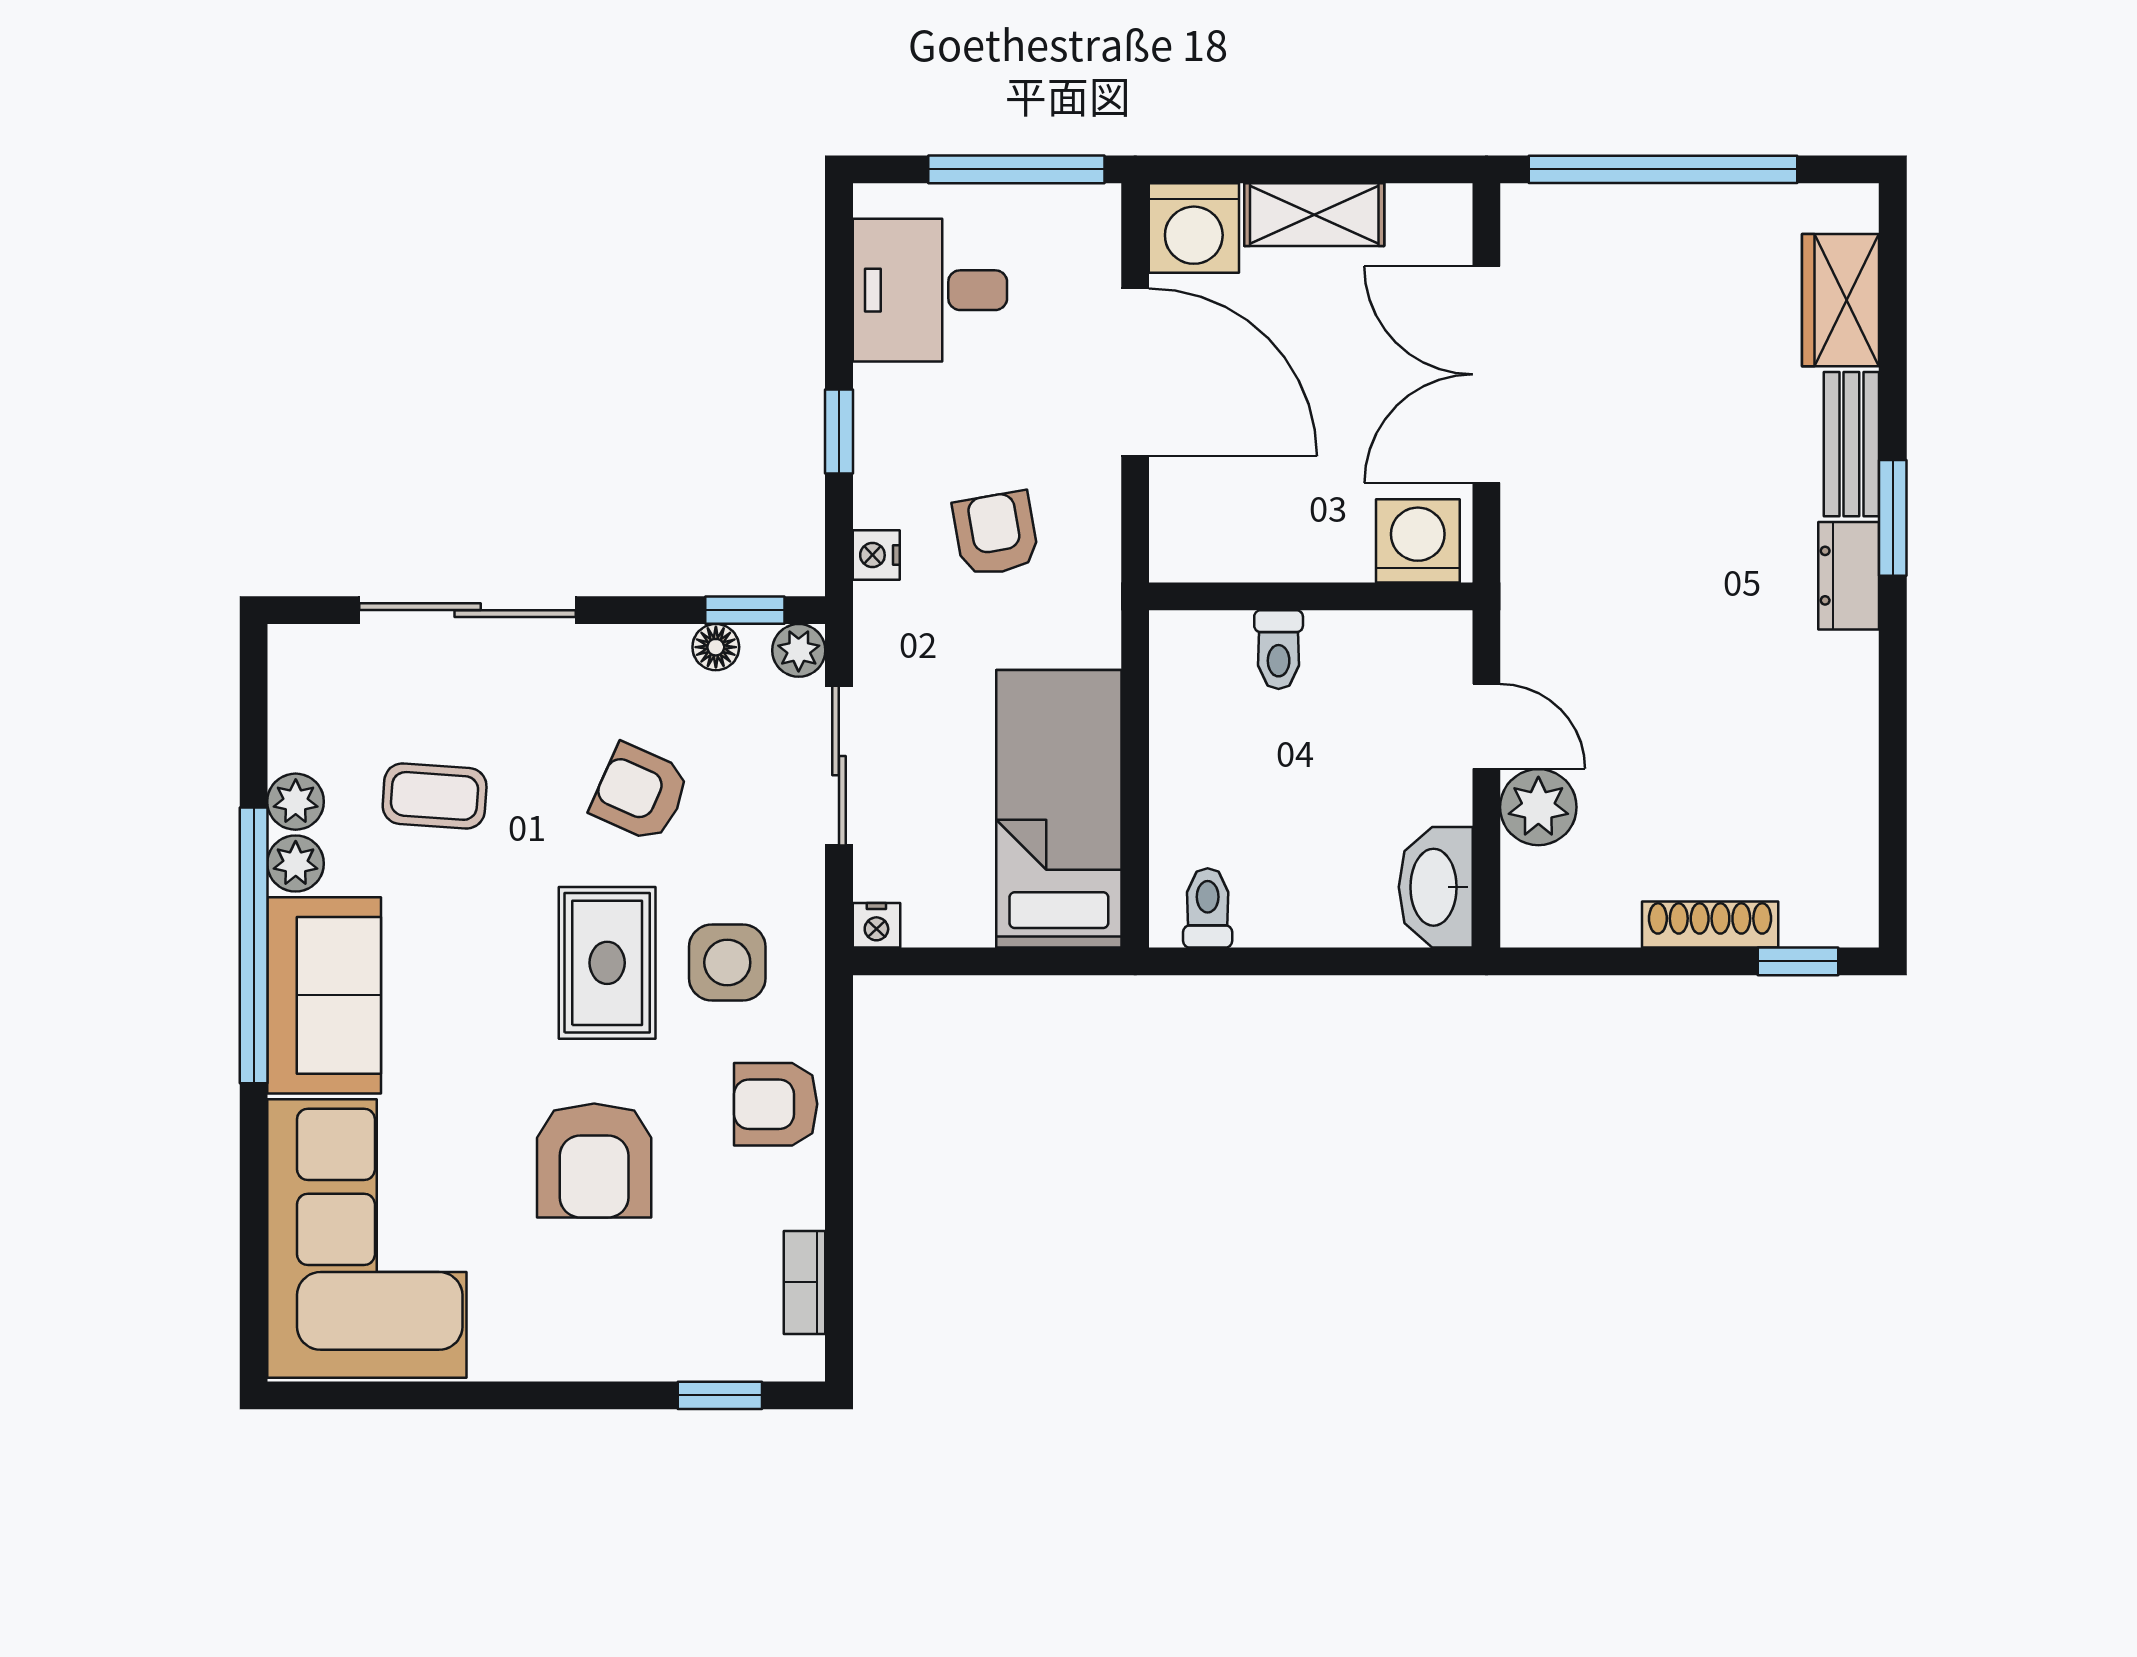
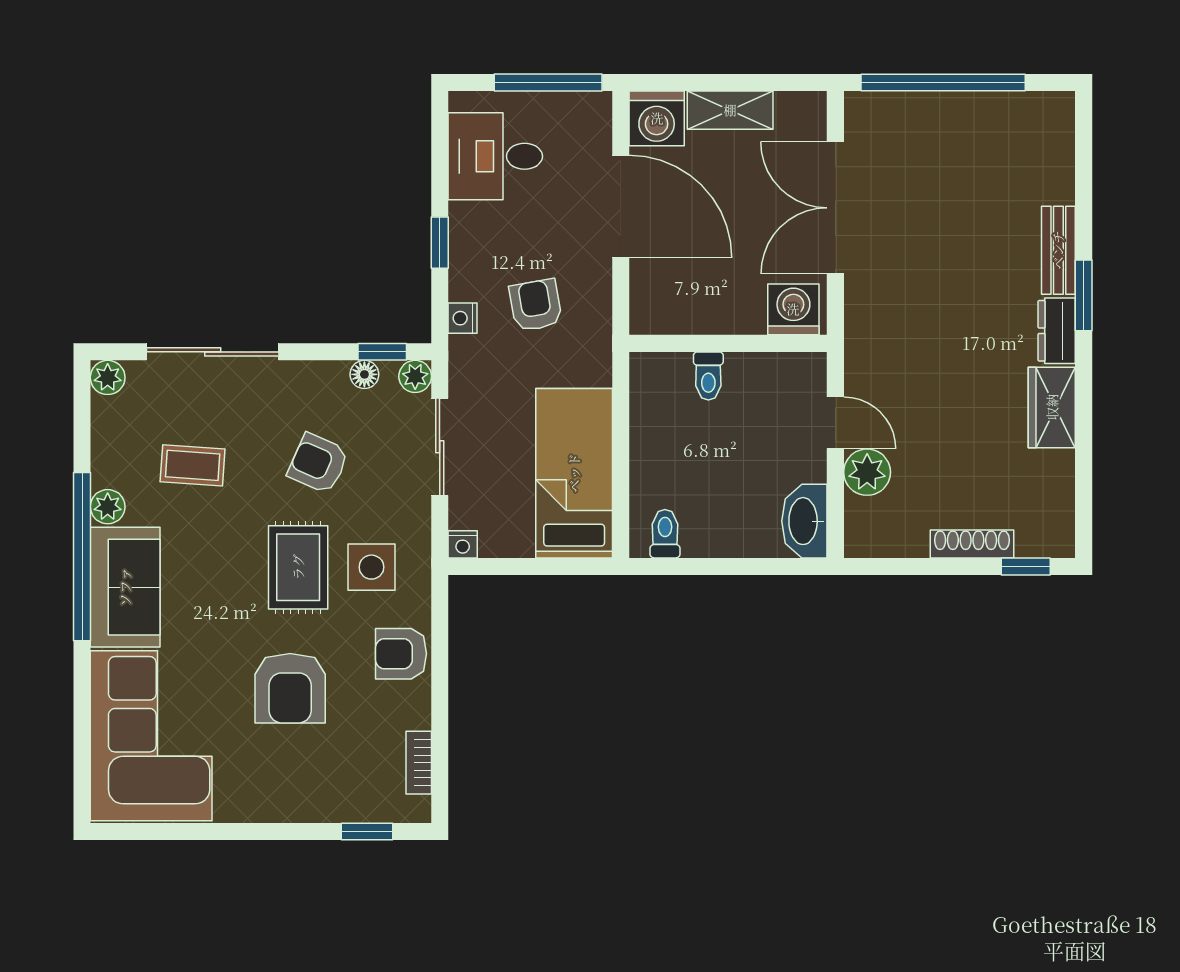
wardrobe: (1841, 300) -> (1052, 407), moved
plant: (296, 802) -> (108, 377), moved

